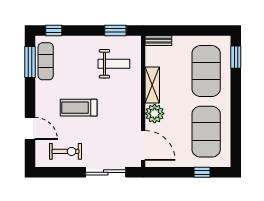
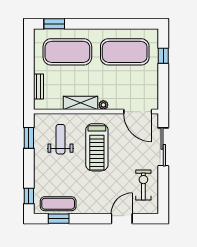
bench: (158, 41) -> (39, 86), moved
window: (30, 62) -> (59, 219), width x0.69
treadmill: (79, 108) -> (97, 147), moved, width x1.37, depth x1.38
plant: (155, 114) -> (103, 105), width x0.53, depth x0.53
door: (143, 145) -> (138, 112), swing flipped

